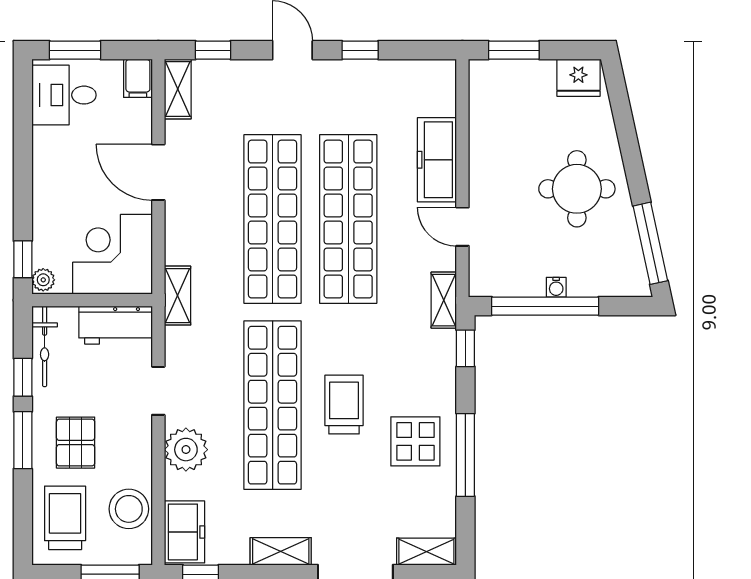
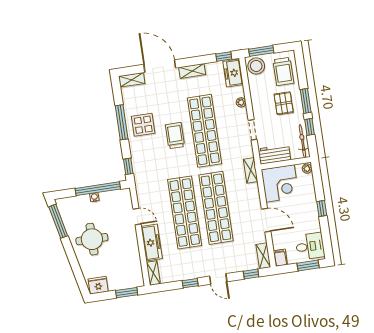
window: (23, 259) -> (322, 208), moved
shelving: (444, 300) -> (153, 273), moved
trolley: (344, 405) -> (175, 136), turned 180
plant: (186, 450) -> (241, 102), width x0.53, depth x0.53
stool: (129, 509) -> (256, 66), moved

